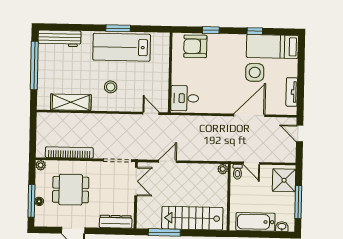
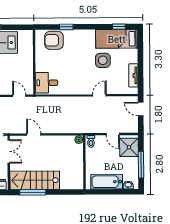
window: (255, 31) -> (119, 27), moved
door: (249, 115) -> (99, 95), width x0.53
door: (167, 161) -> (34, 134), hinge flipped
door: (251, 163) -> (113, 134), moved
stairs: (192, 218) -> (35, 180), moved

